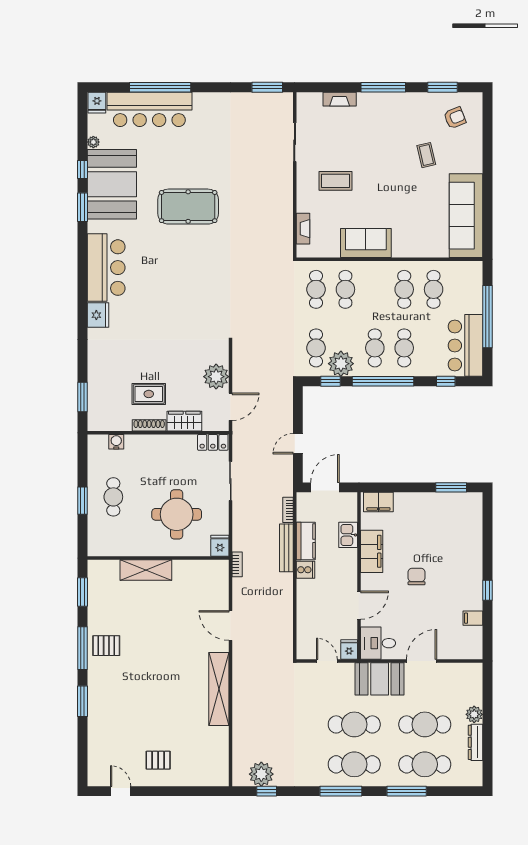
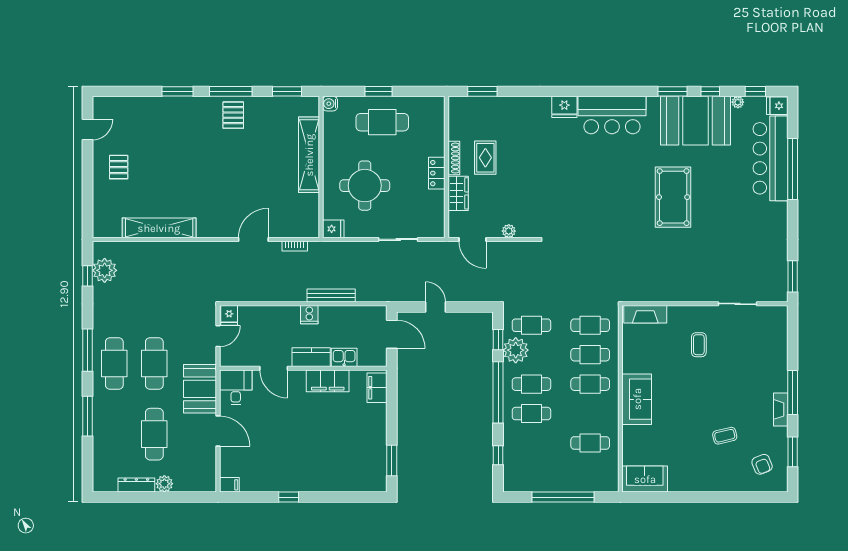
fireplace: (340, 99) -> (781, 409), moved
window: (83, 124) -> (755, 91), added
coffee table: (335, 181) -> (699, 345), width x0.73, depth x0.77
sofa: (466, 216) -> (645, 479), width x0.54, depth x0.79
fireplace: (303, 229) -> (645, 314), width x1.37, depth x1.32
sofa: (366, 243) -> (637, 399), moved
cafe table: (404, 289) -> (590, 384), moved
bar counter: (465, 345) -> (534, 475), removed
plant: (216, 377) -> (509, 231), width x0.53, depth x0.53
water cooler: (116, 442) -> (330, 104), moved, turned 180
locker: (213, 442) -> (437, 173), moved
cafe table: (113, 497) -> (382, 122), width x1.37, depth x1.35
bookcase: (288, 510) -> (369, 297), removed
kitchen counter: (306, 541) -> (311, 357), moved, turned 180
bookcase: (237, 564) -> (295, 246), moved
shelving: (146, 570) -> (309, 155), width x1.47
chair: (417, 576) -> (303, 426), removed
filing cabinet: (473, 618) -> (229, 485), moved, turned 90
fridge: (349, 649) -> (229, 315), moved, turned 90
shelving: (219, 689) -> (159, 228), moved
cafe table: (425, 764) -> (114, 434), removed

